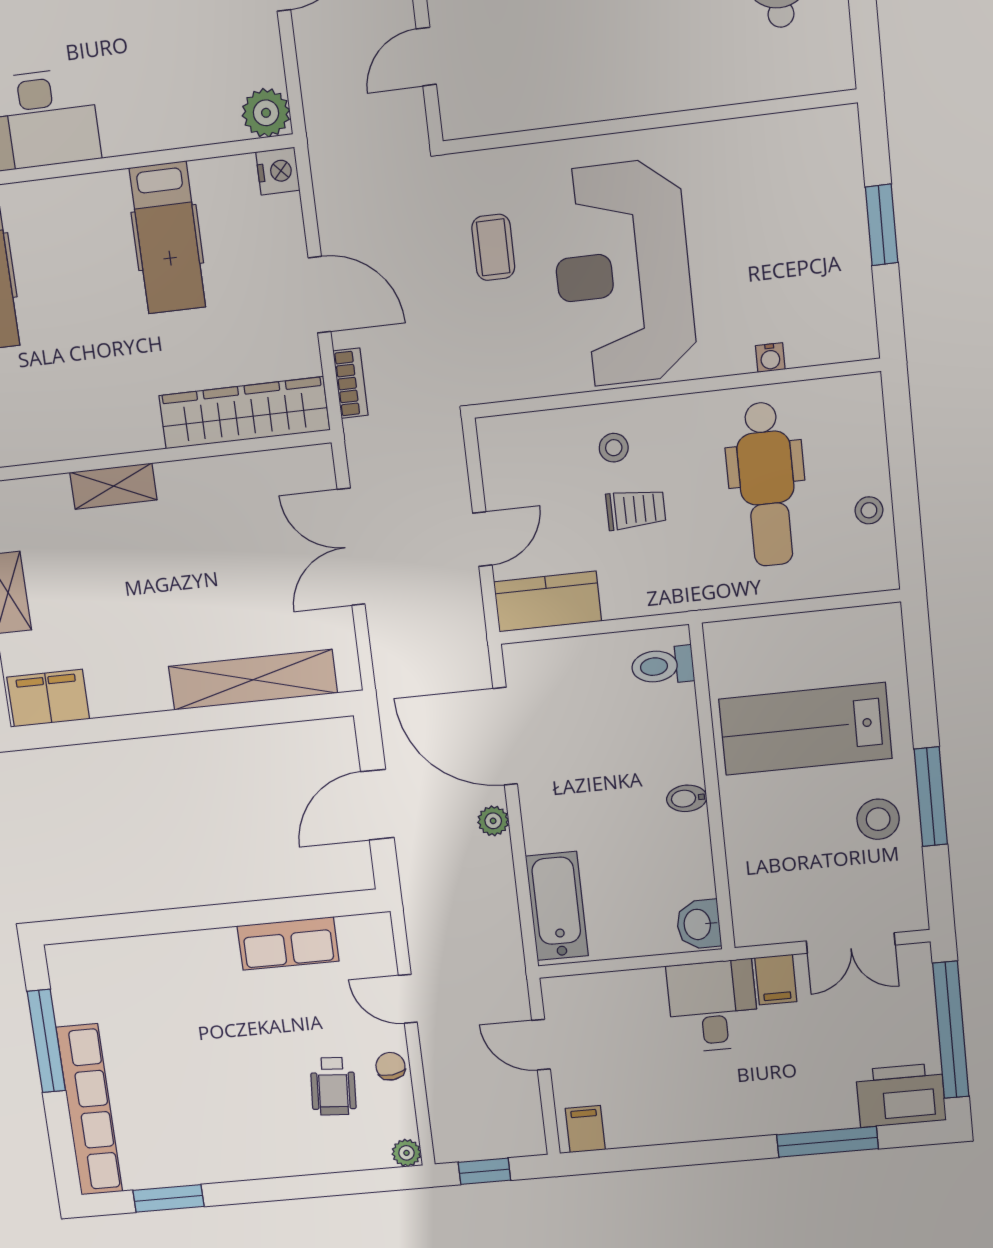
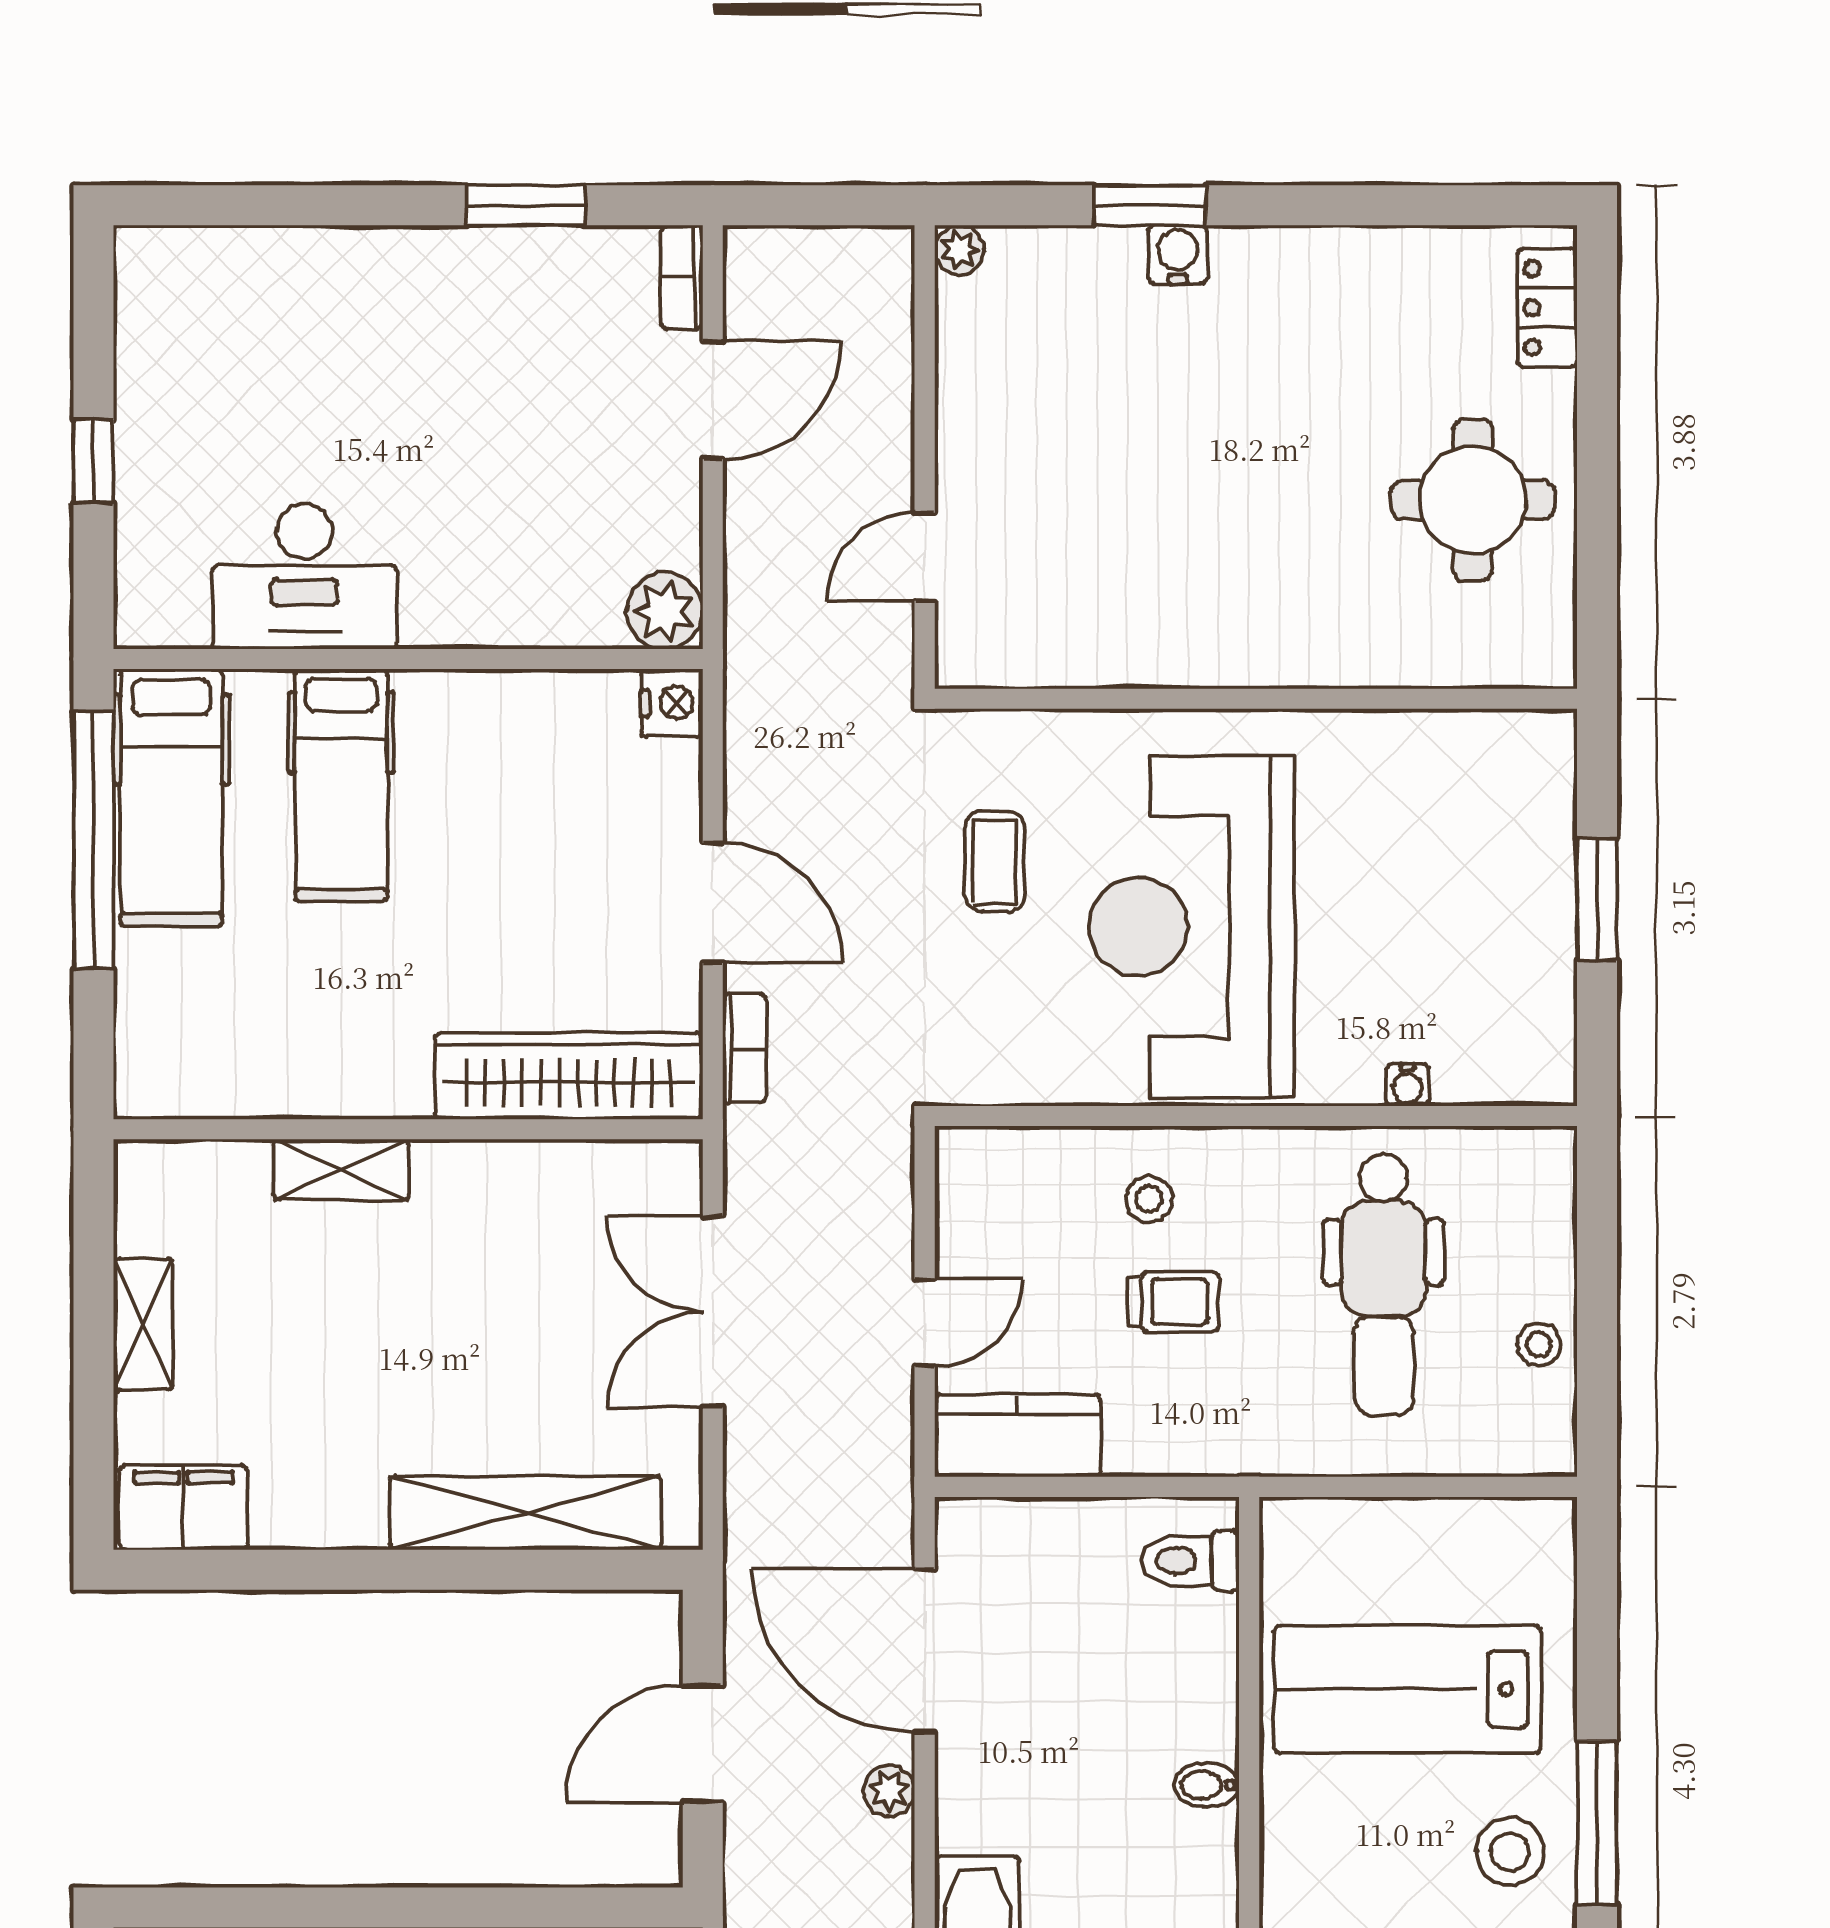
hospital bed: (167, 238) -> (341, 785), moved

